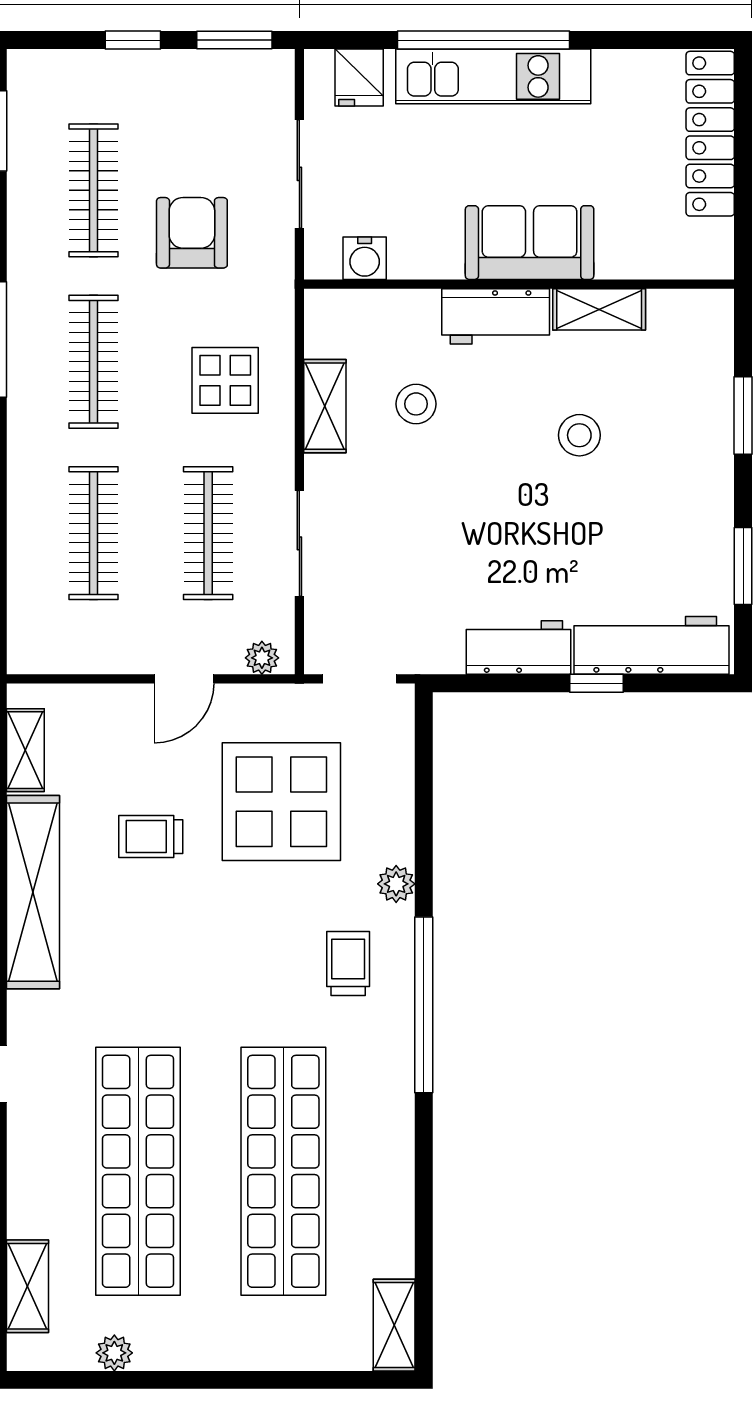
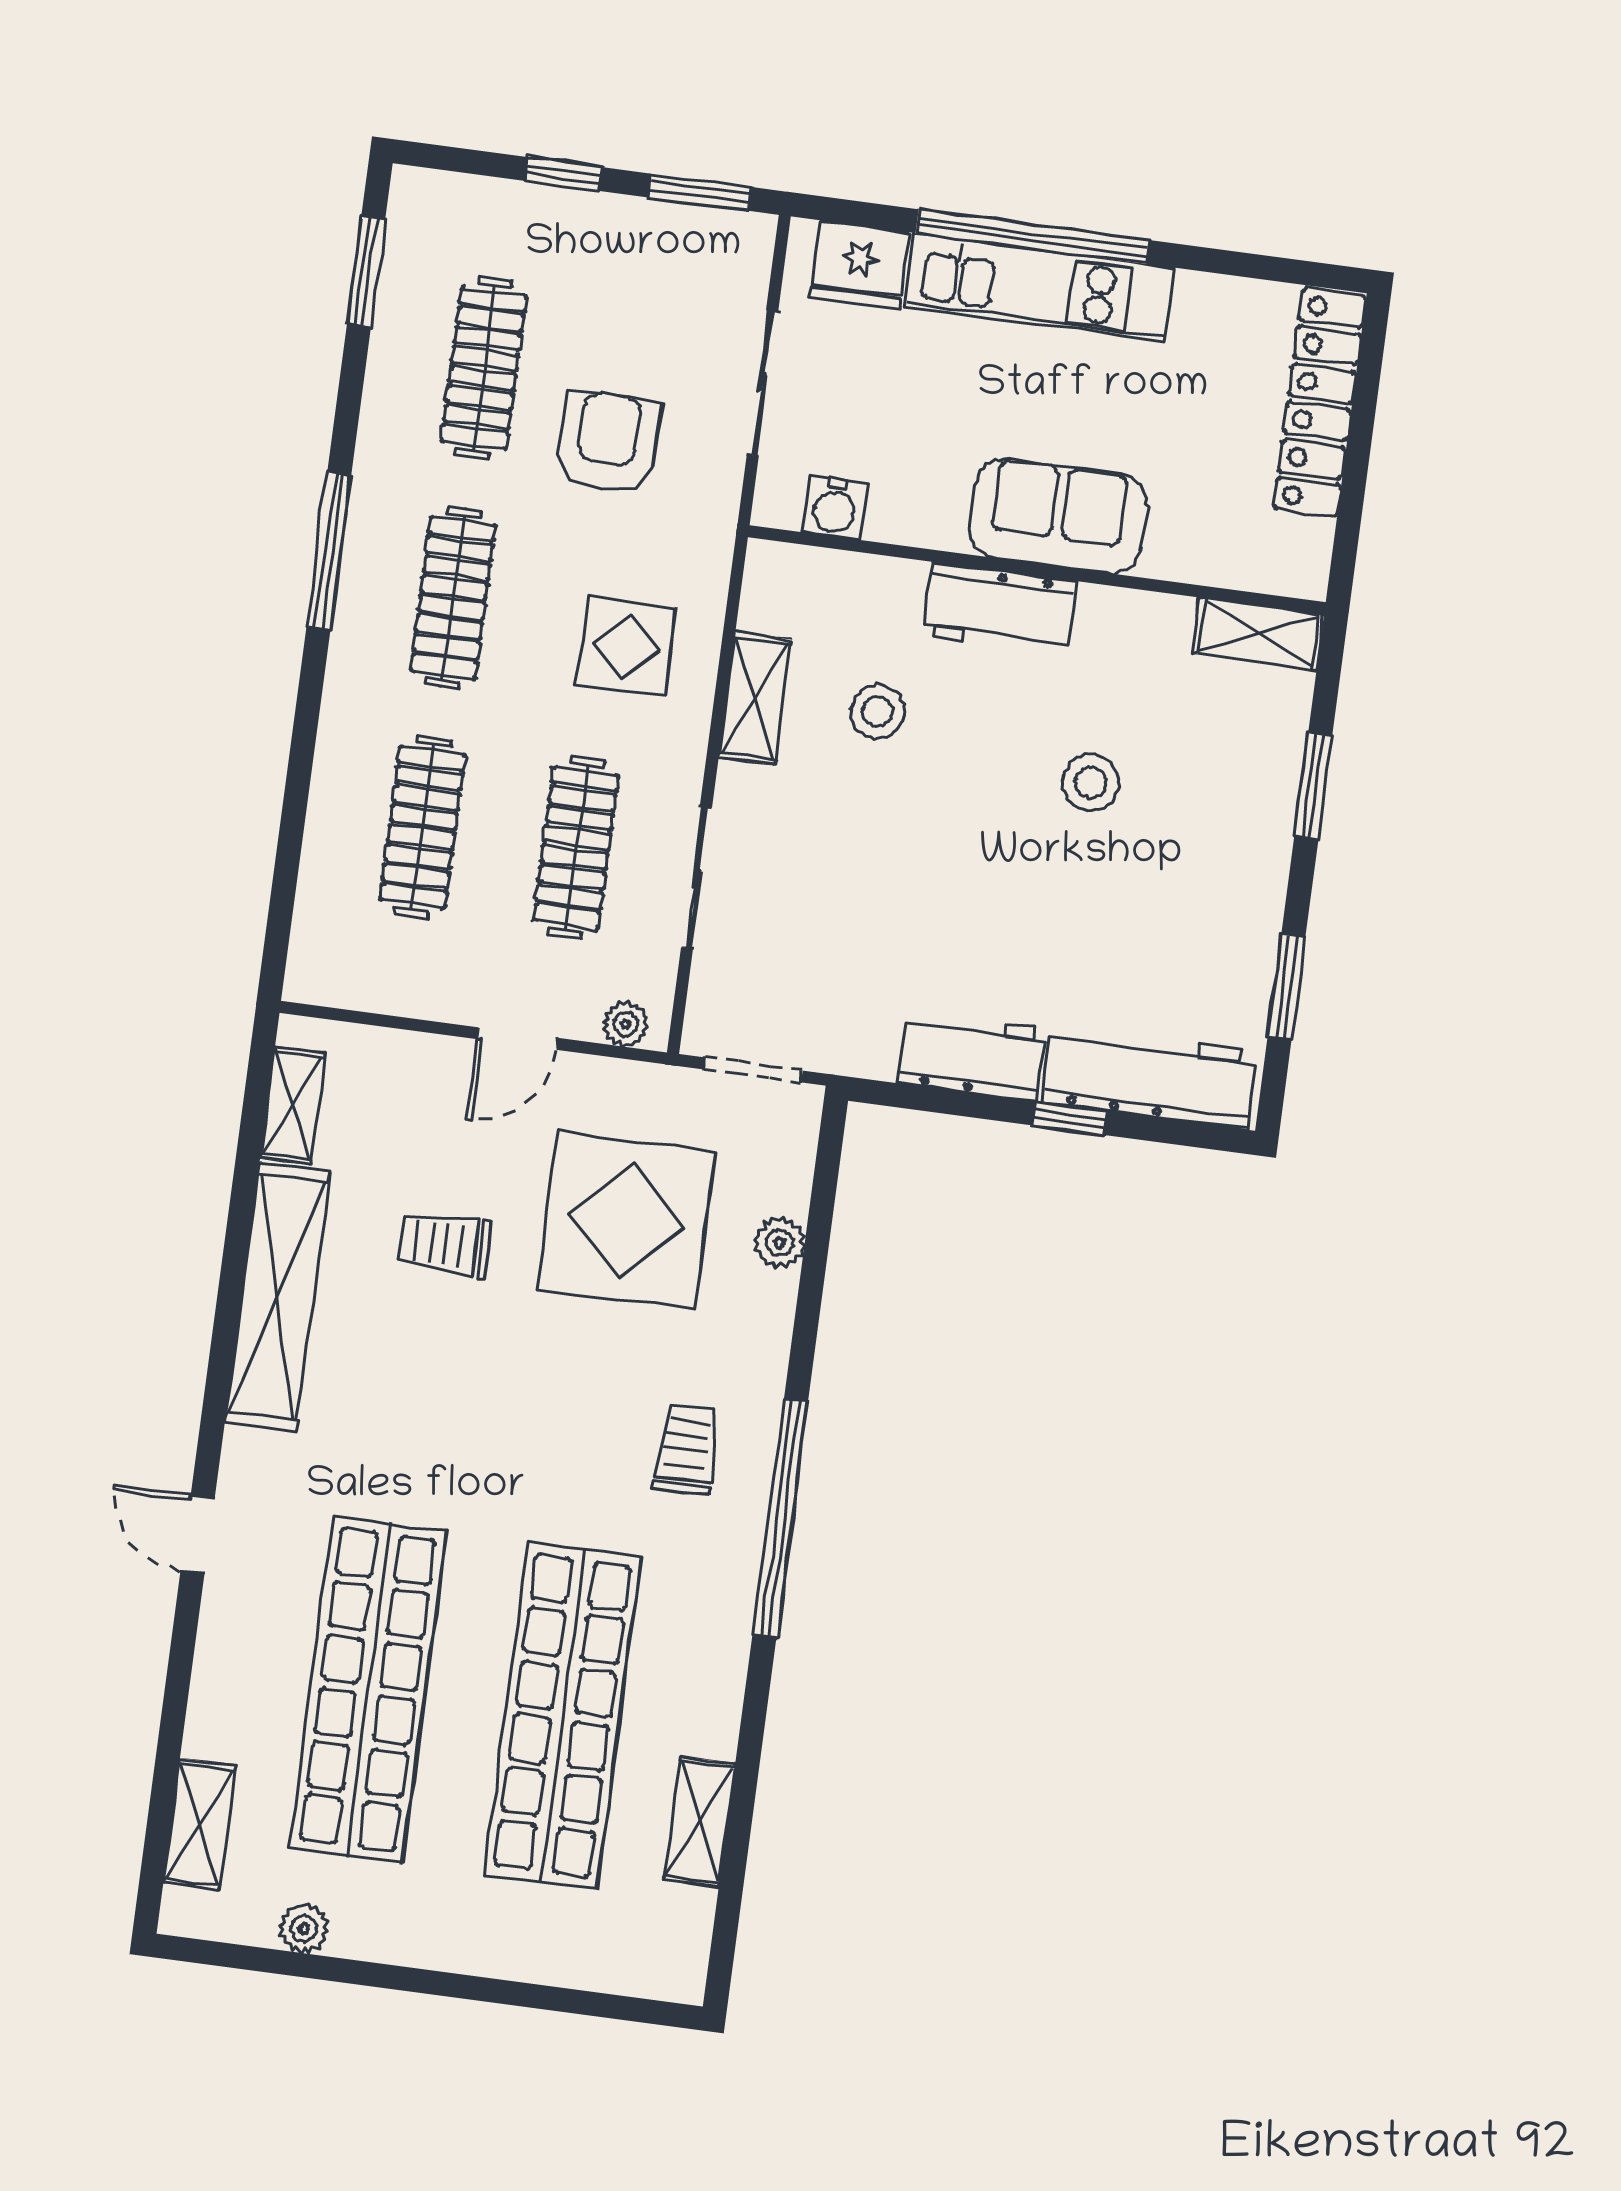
fridge: (359, 78) -> (860, 265), width x1.38
shelving: (599, 309) -> (1259, 634), moved
plant: (396, 884) -> (780, 1243), moved
shelving: (394, 1325) -> (699, 1822), moved

